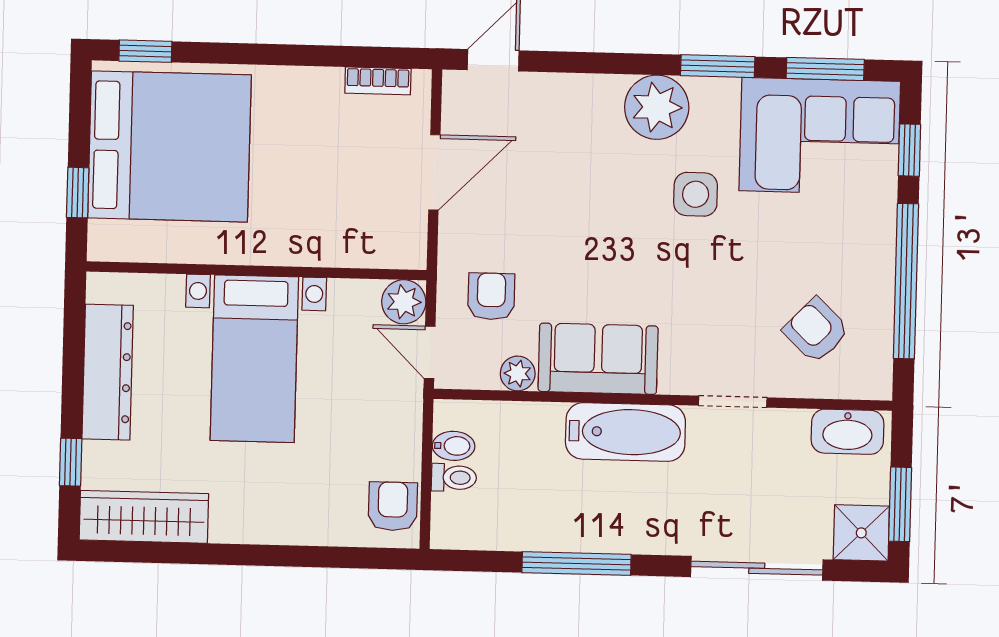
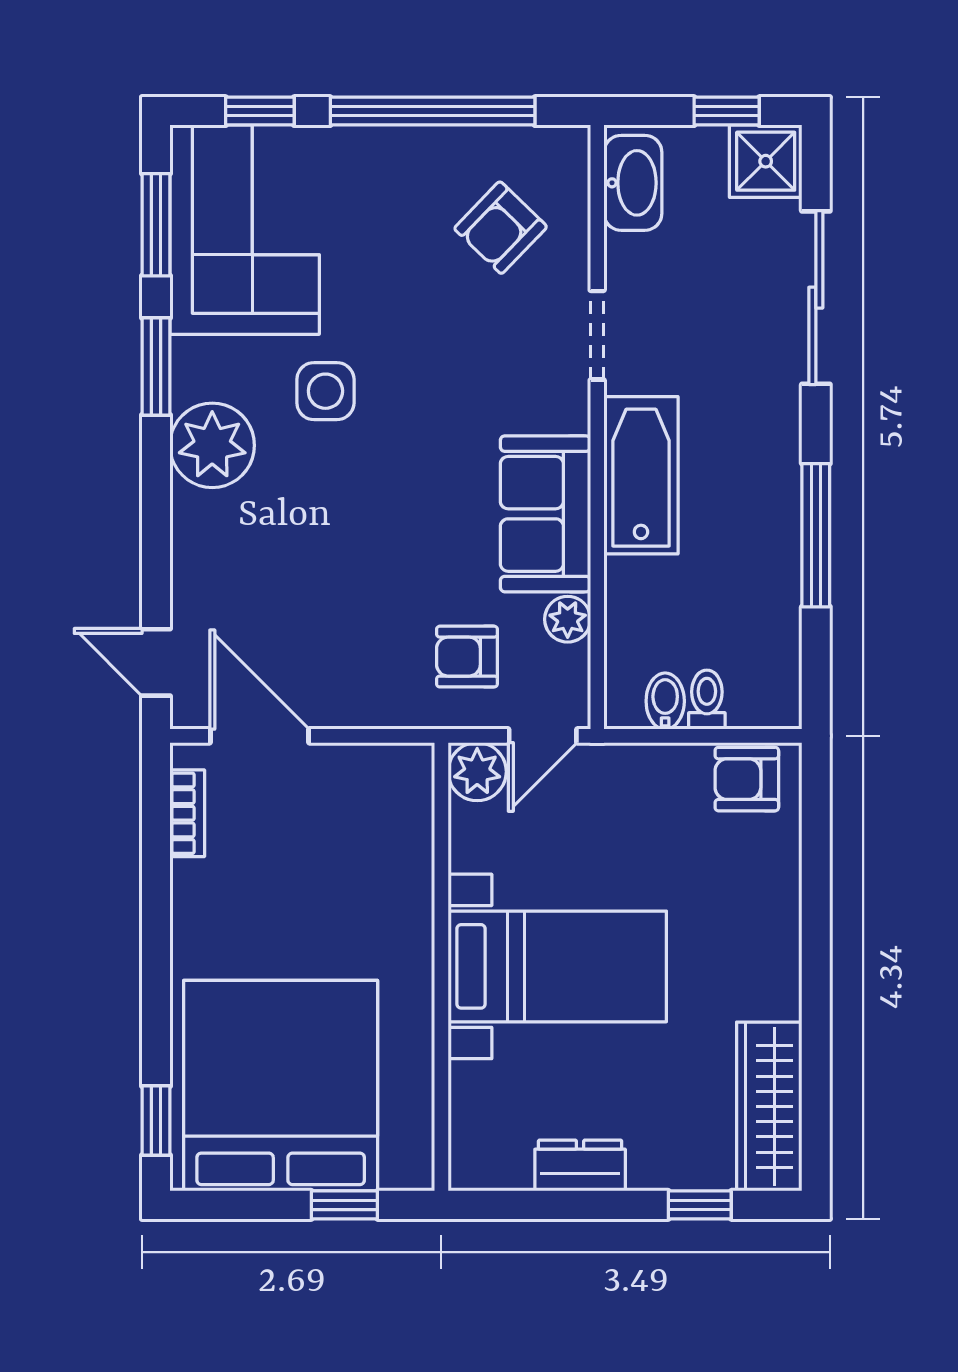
door: (434, 172) -> (259, 736), moved
dresser: (108, 372) -> (580, 1165), width x0.51, depth x0.80
window: (900, 504) -> (727, 111), width x0.67

